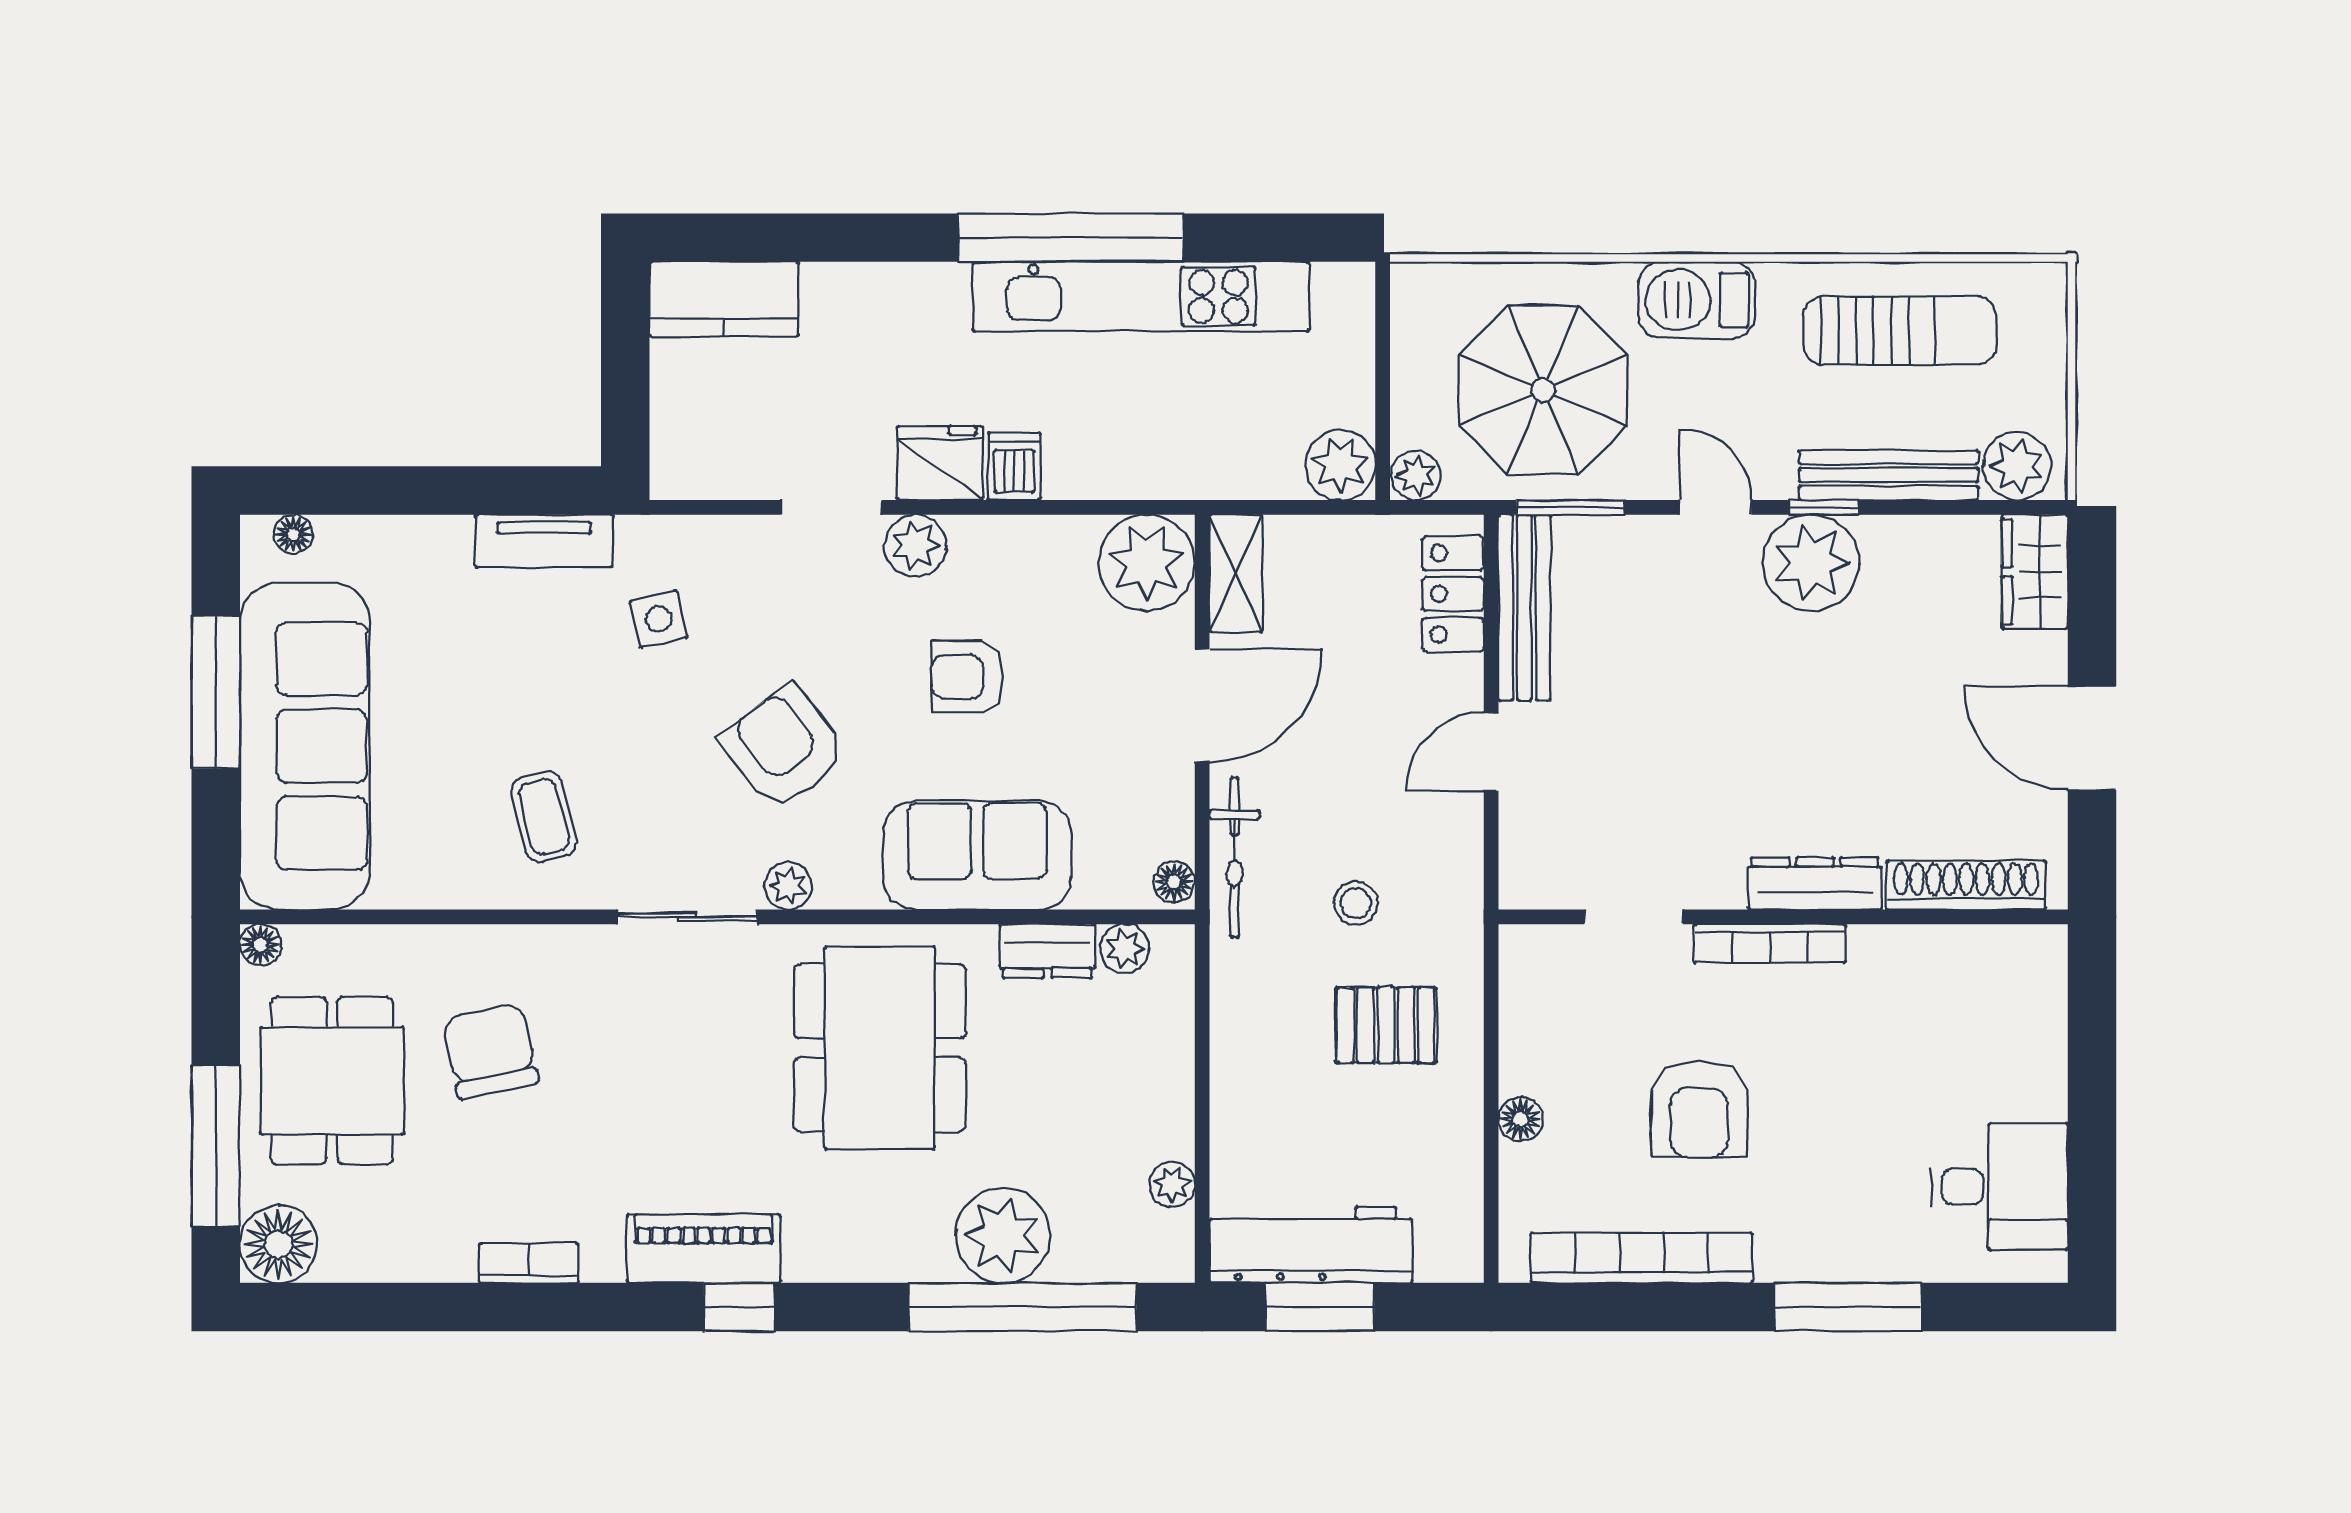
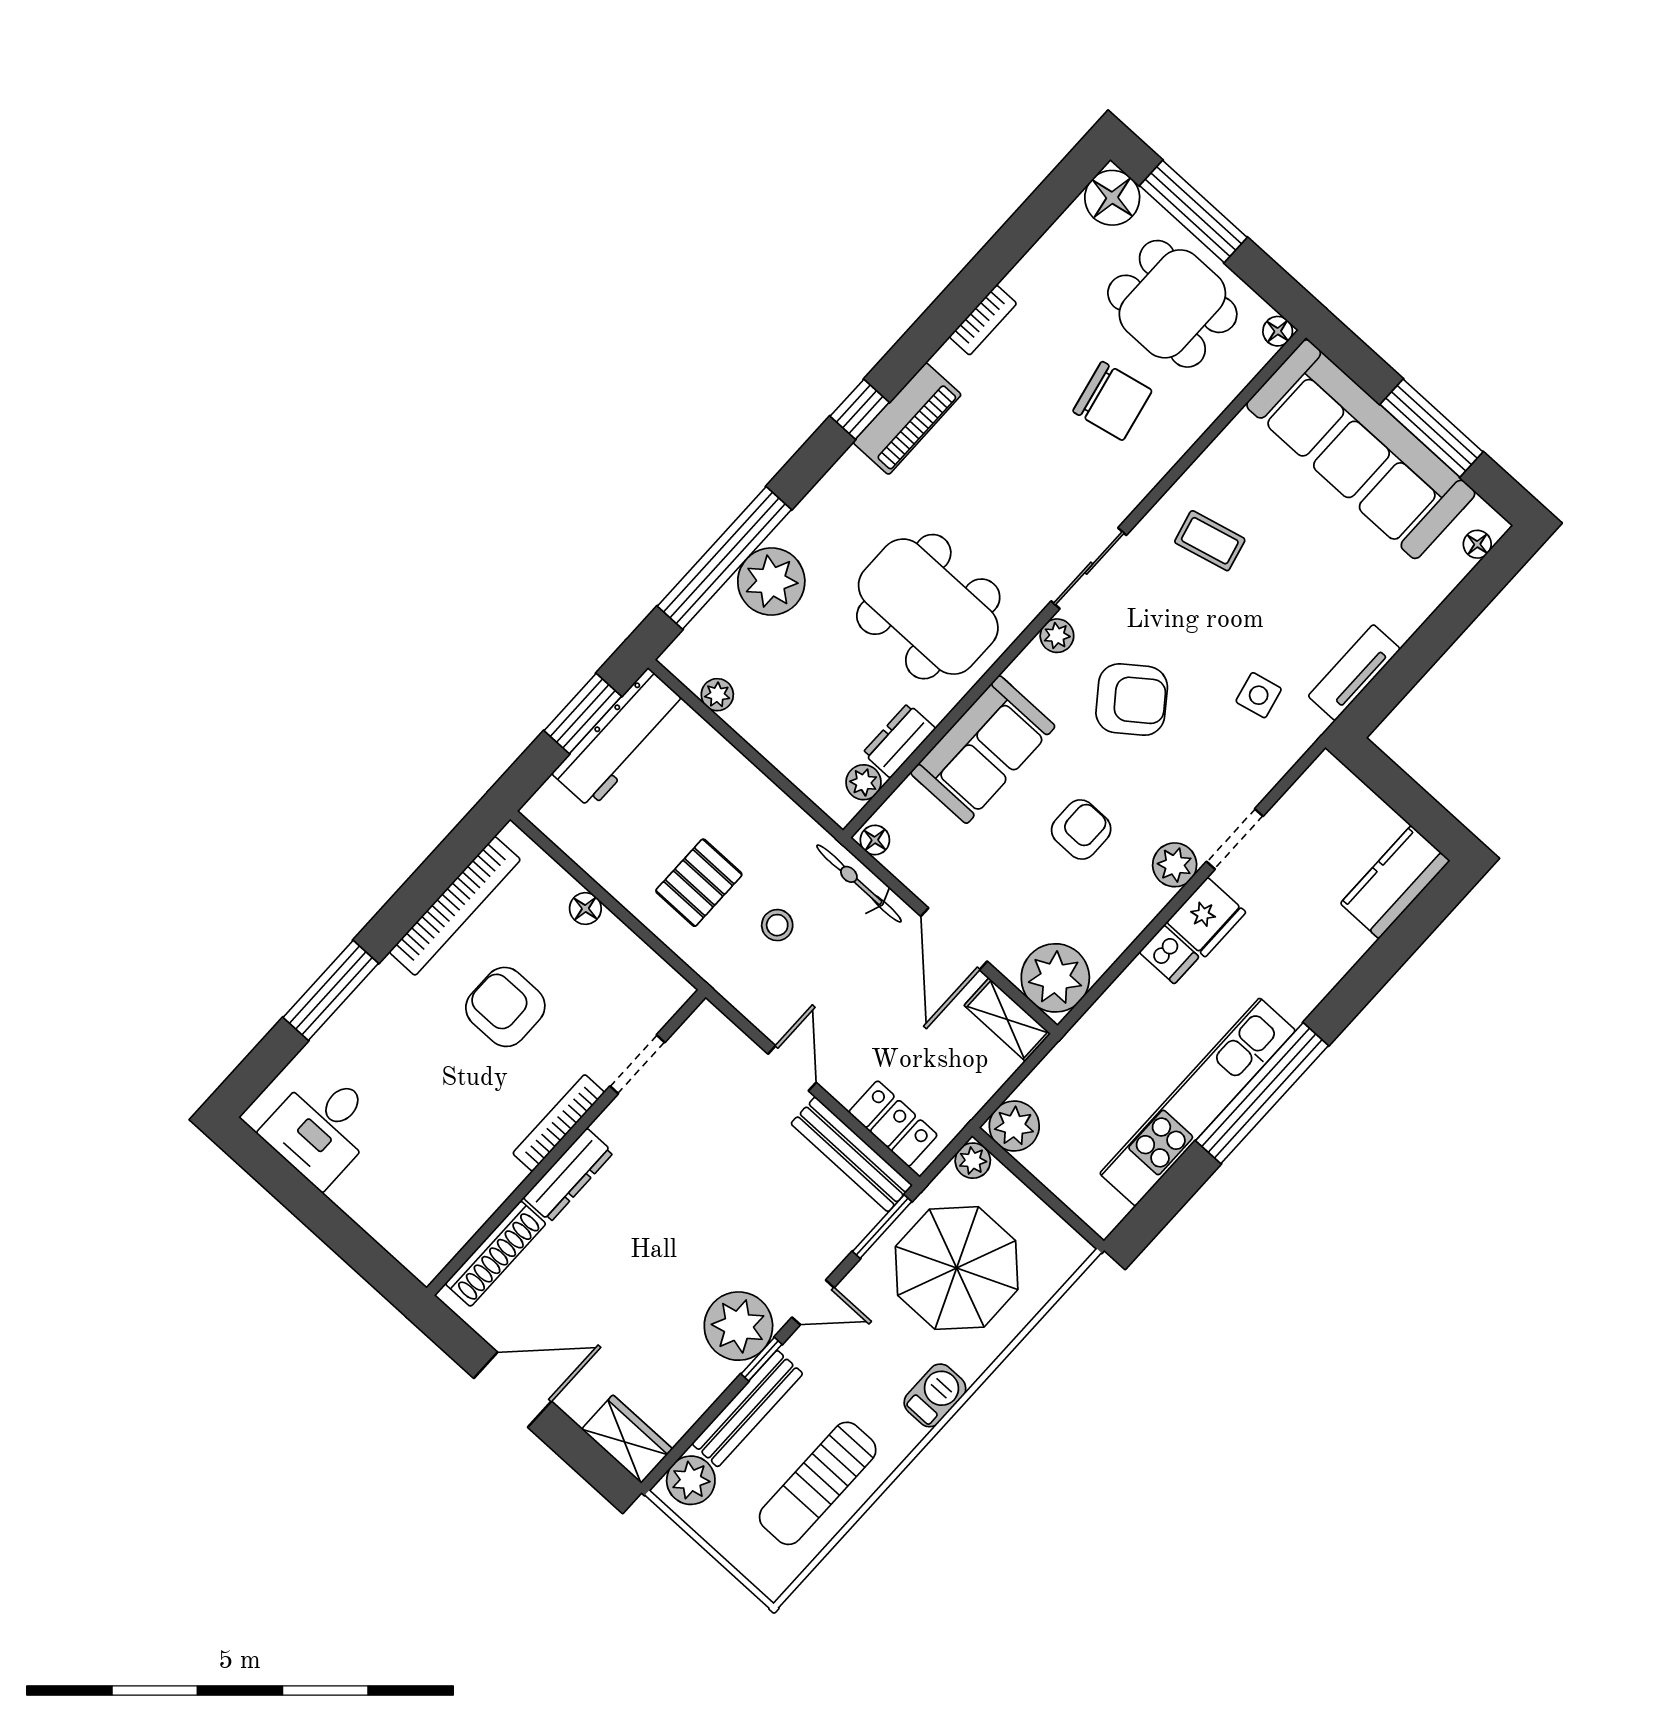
barbecue: (1697, 300) -> (935, 1395), width x0.73, depth x0.79

